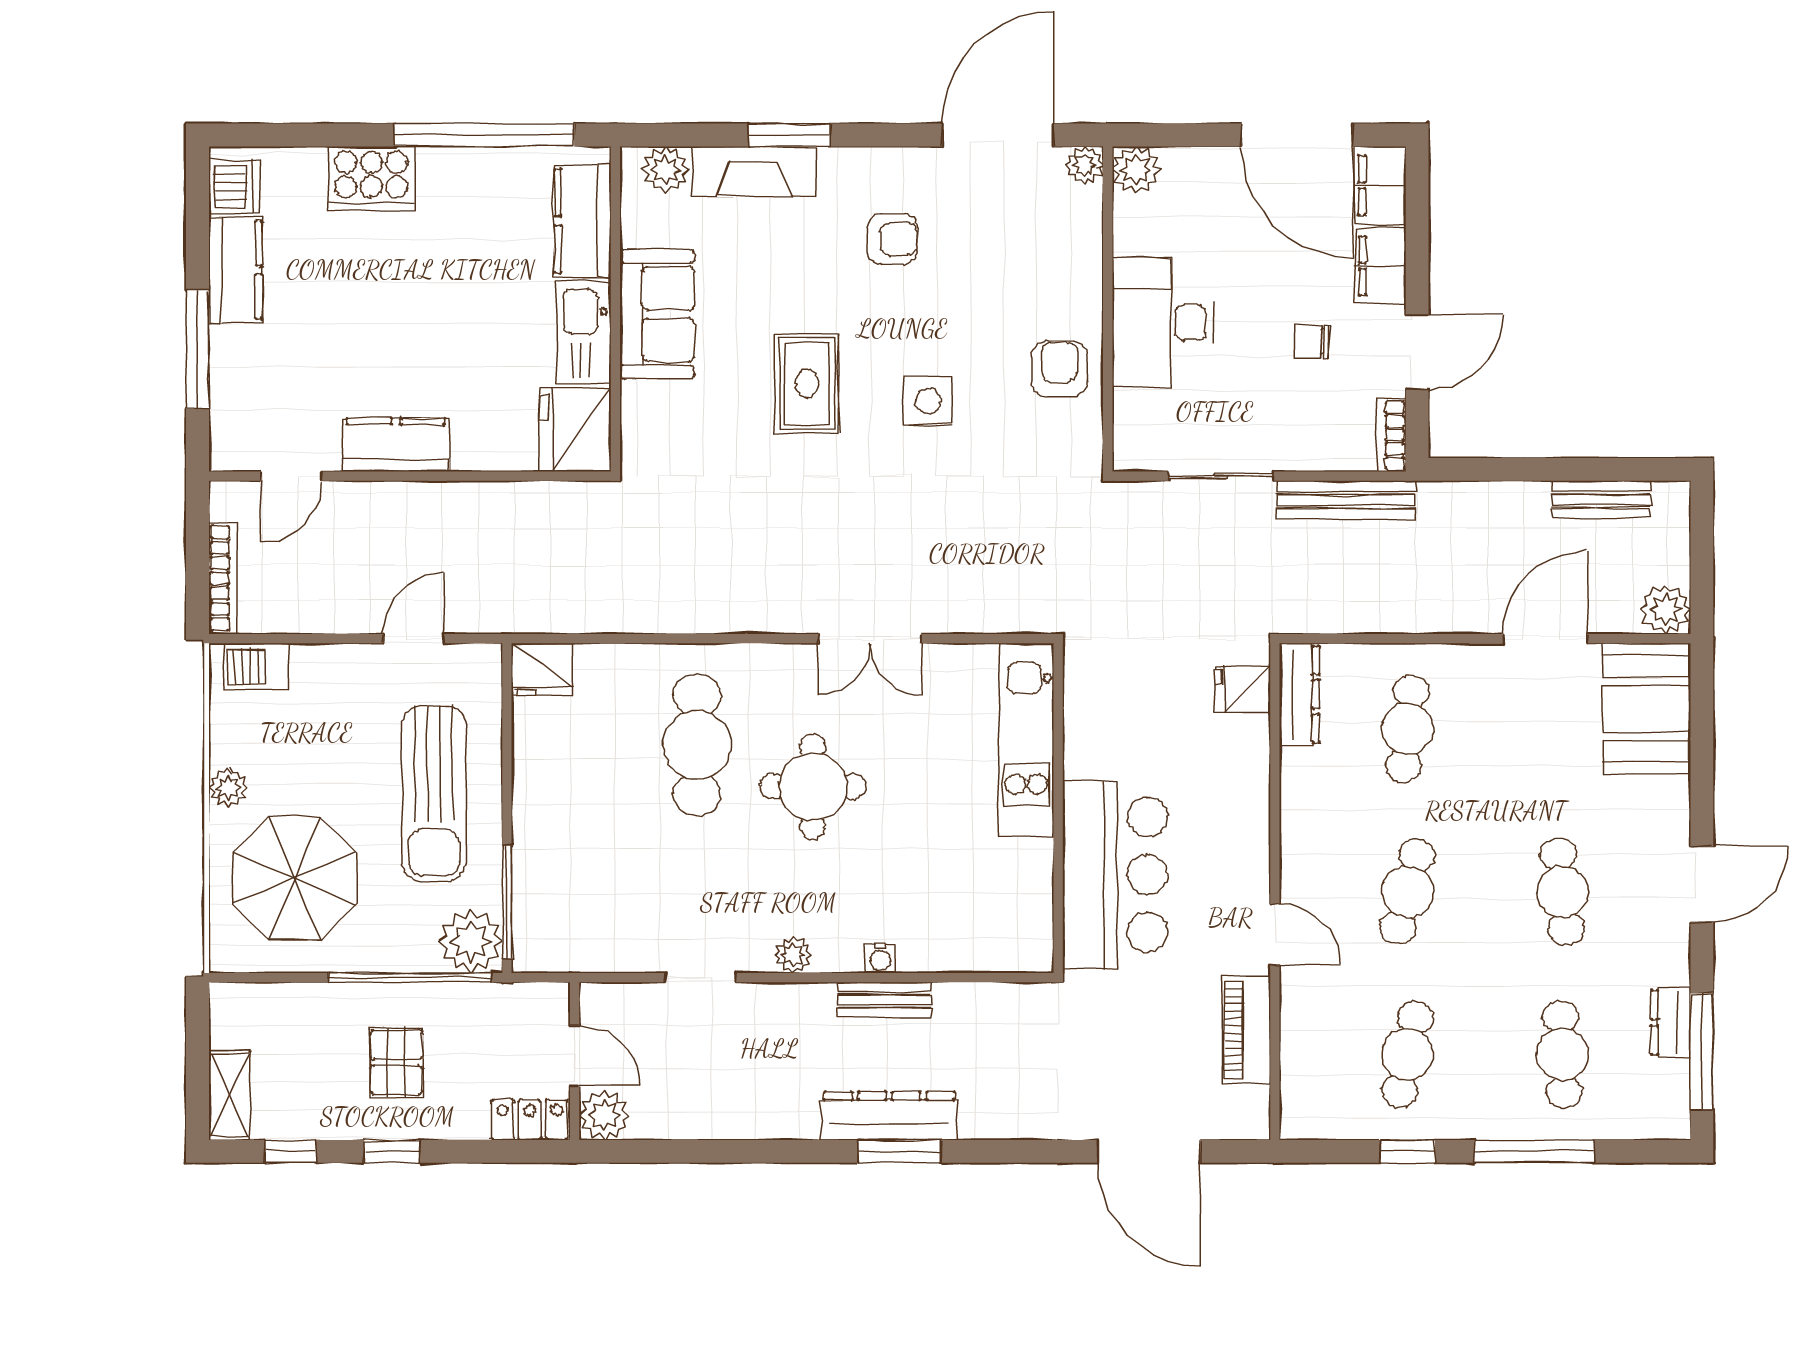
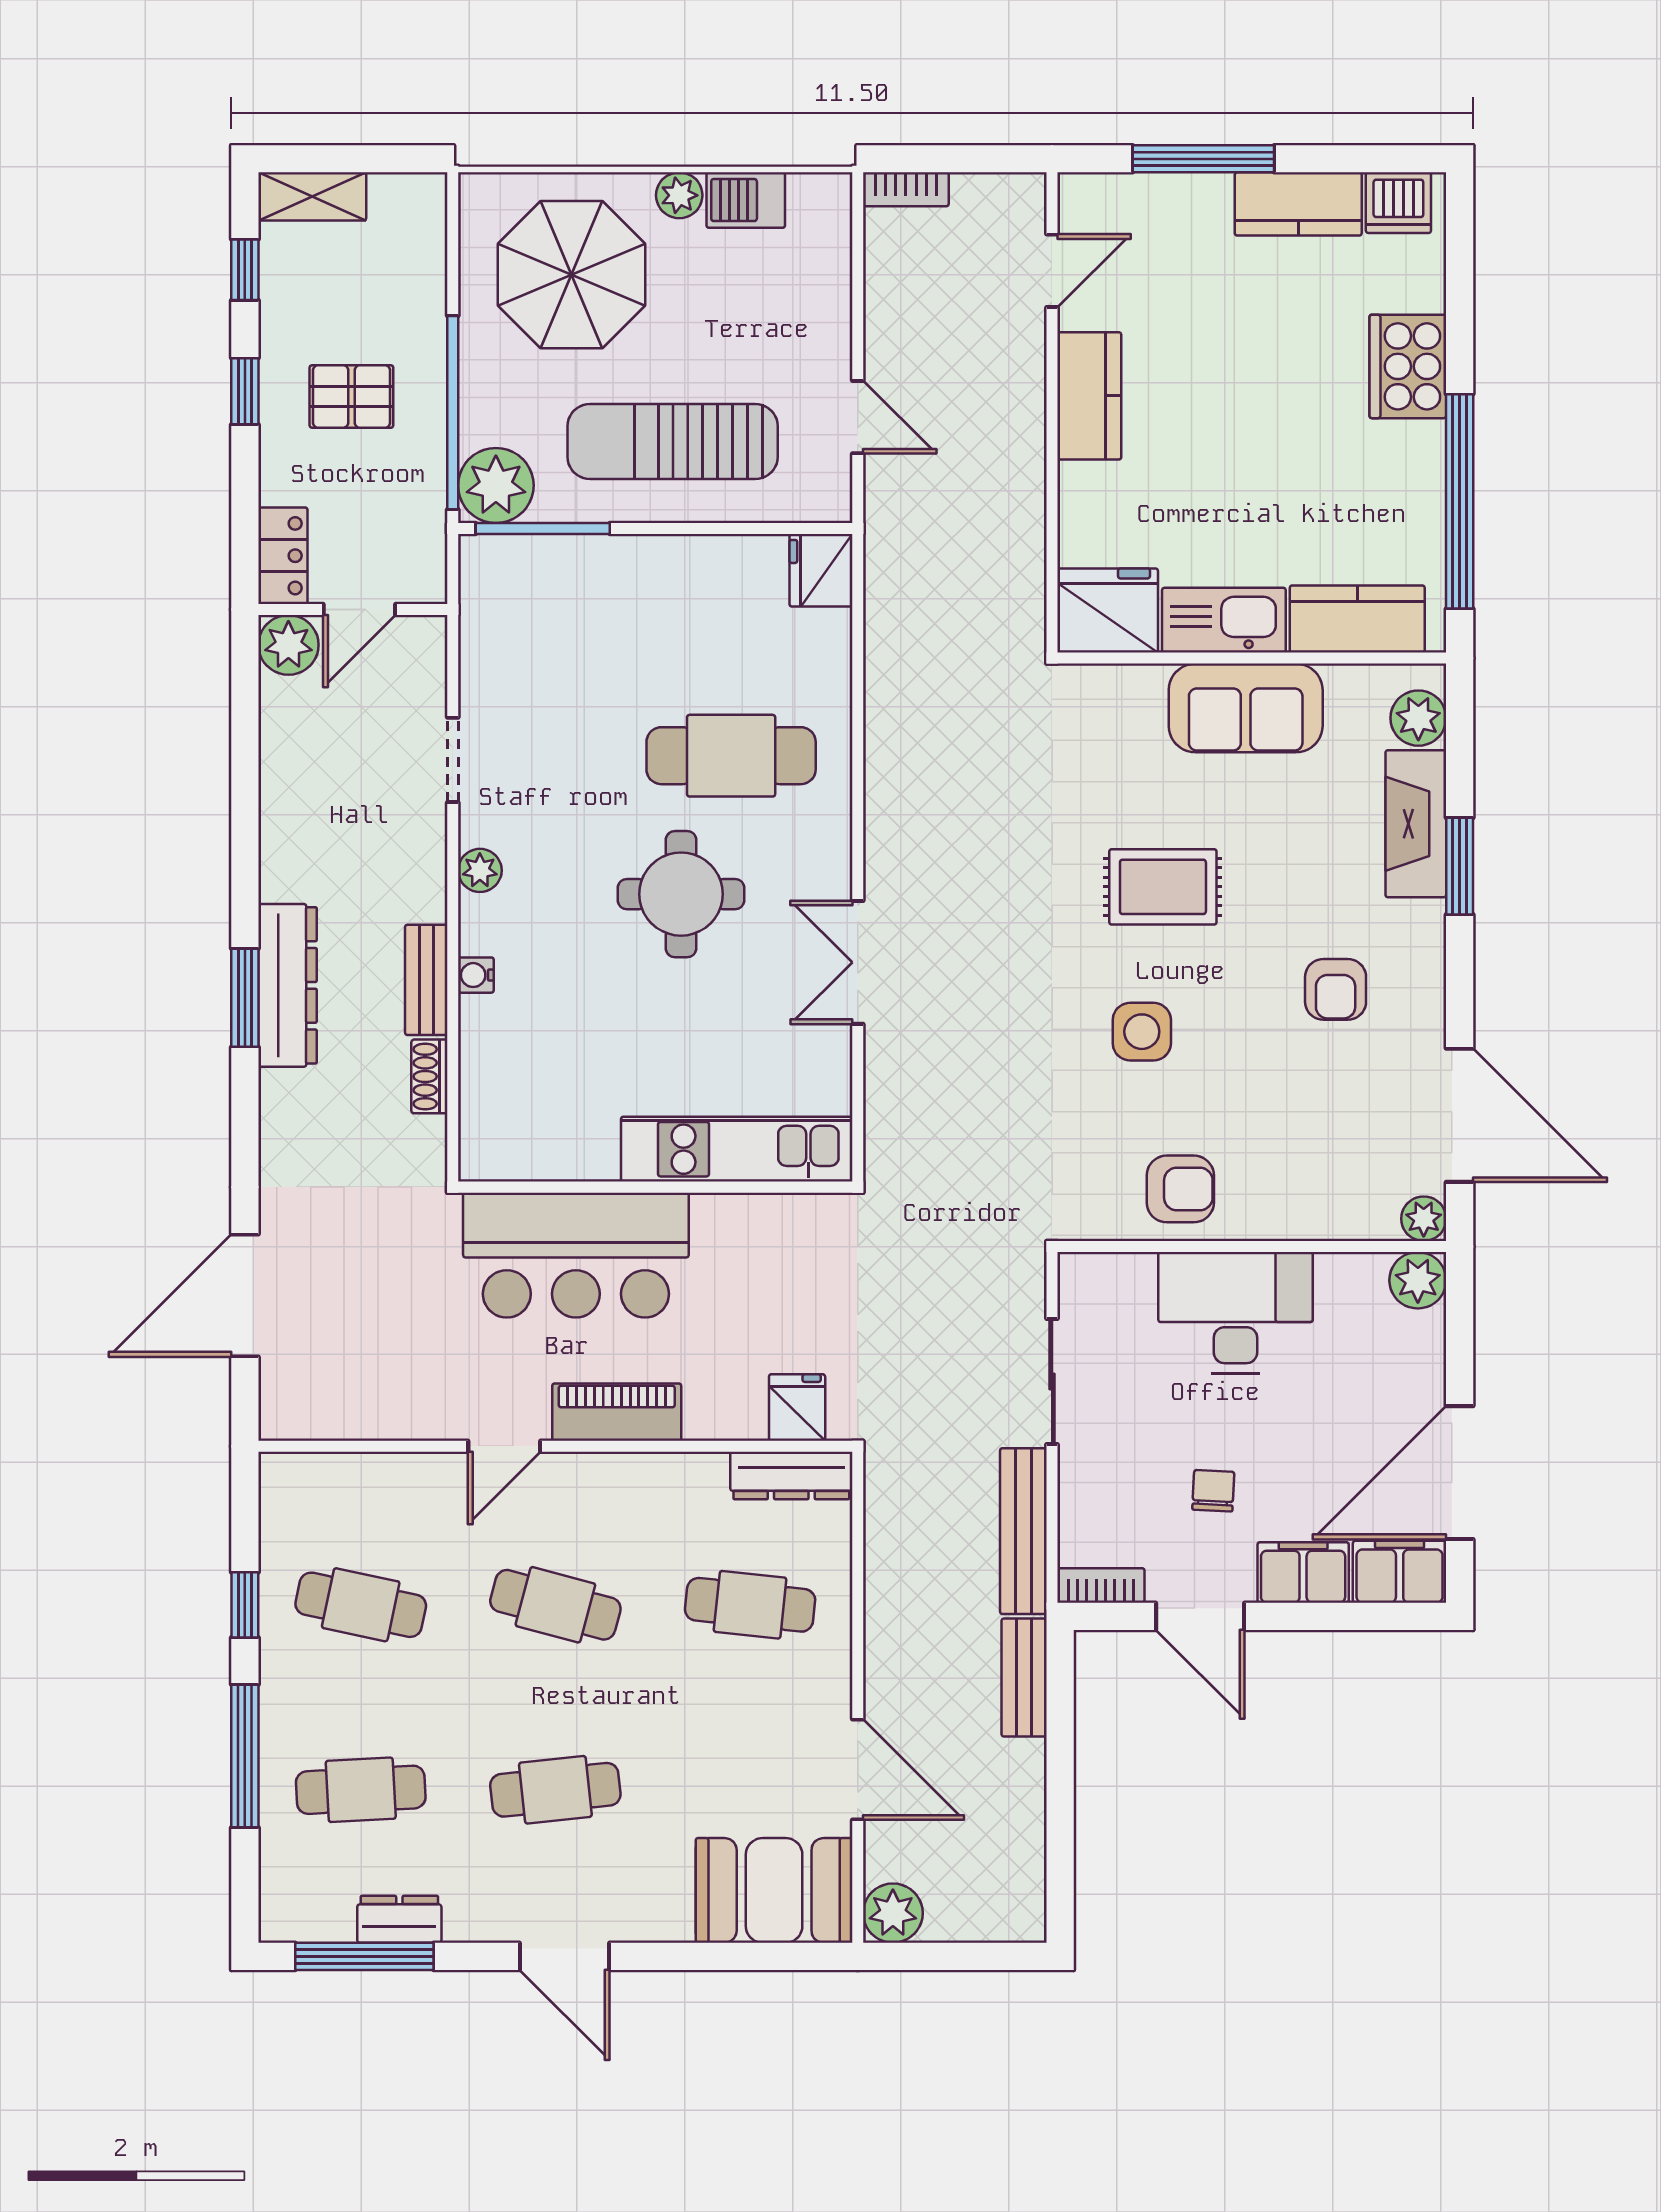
door: (291, 476) -> (1052, 271), swing flipped
bench: (1601, 499) -> (1024, 1678), moved
bookcase: (223, 578) -> (906, 189), width x0.64
barbecue: (256, 667) -> (746, 200), moved, turned -90
shoe rack: (965, 997) -> (429, 1076), added
piano: (1246, 1030) -> (617, 1412), moved

